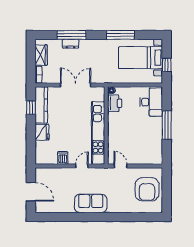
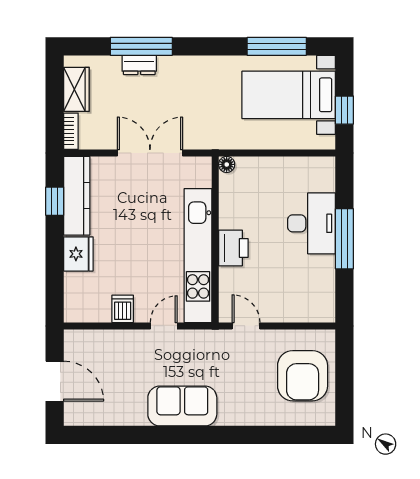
window: (120, 35) -> (277, 46), moved
desk: (151, 102) -> (312, 223), moved
printer: (115, 103) -> (233, 248), moved

